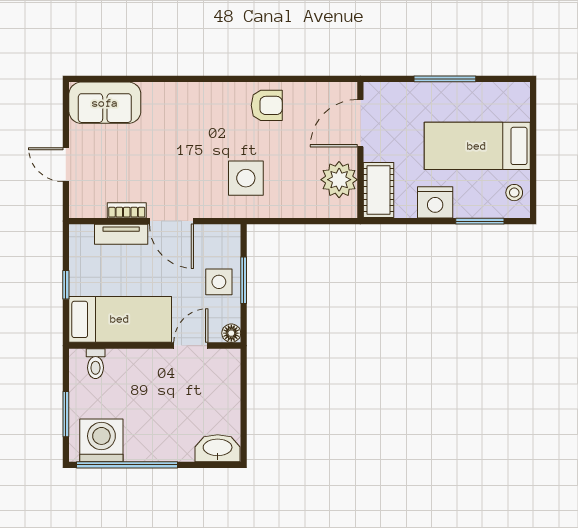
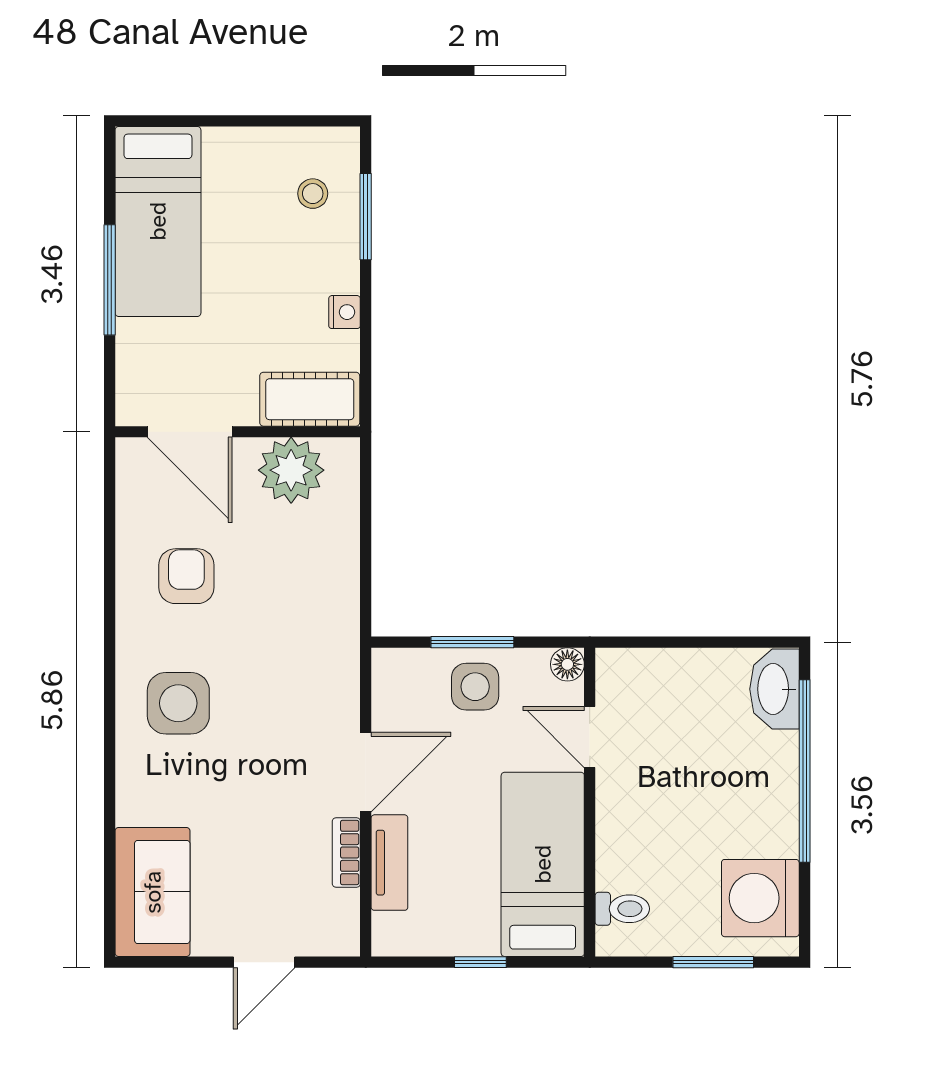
armchair: (267, 105) -> (186, 576), moved
bed: (477, 146) -> (158, 221), moved
side table: (246, 178) -> (178, 703), moved
stool: (514, 193) -> (313, 194), moved
nightstand: (435, 202) -> (345, 312), width x0.53, depth x0.56
window: (127, 465) -> (805, 771), moved

